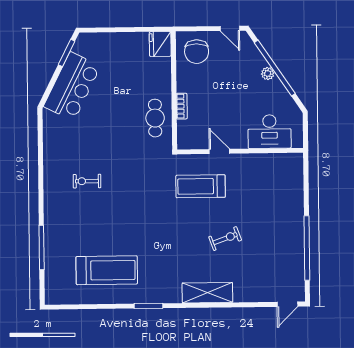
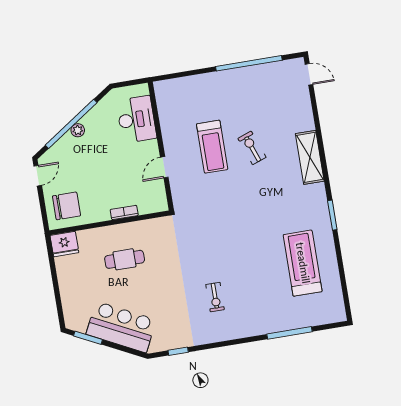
cafe table: (155, 118) -> (125, 259), moved
window: (40, 138) -> (178, 351), added
treadmill: (201, 186) -> (212, 147), moved

